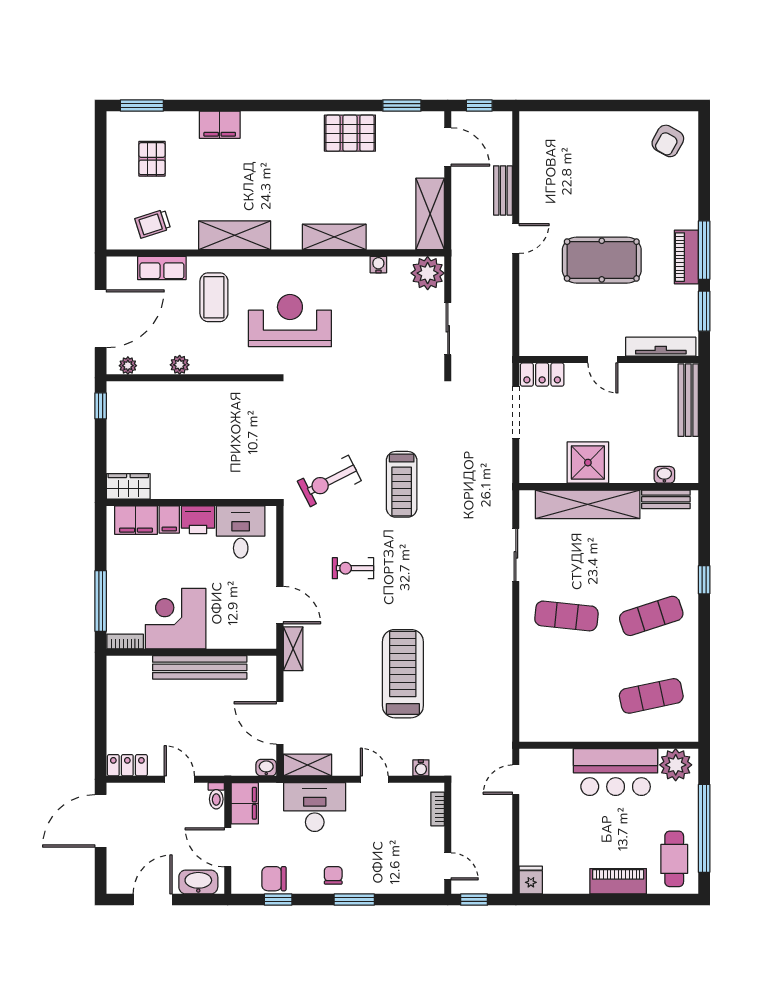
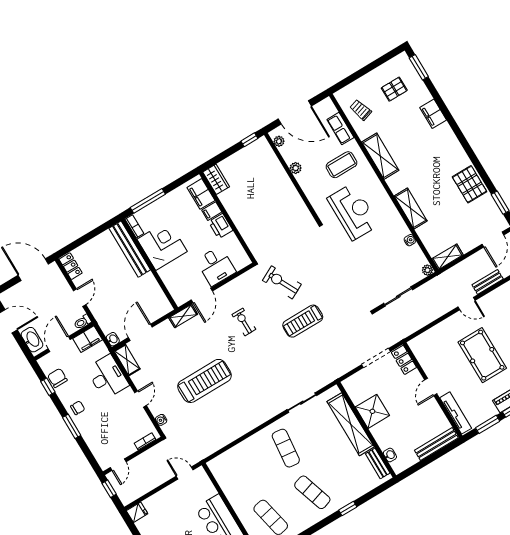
shelving: (430, 214) -> (447, 257), width x0.67, depth x0.75
plant: (428, 273) -> (427, 270), width x0.53, depth x0.53
desk: (241, 532) -> (216, 266), moved, turned 90
bench: (200, 667) -> (130, 249), moved

